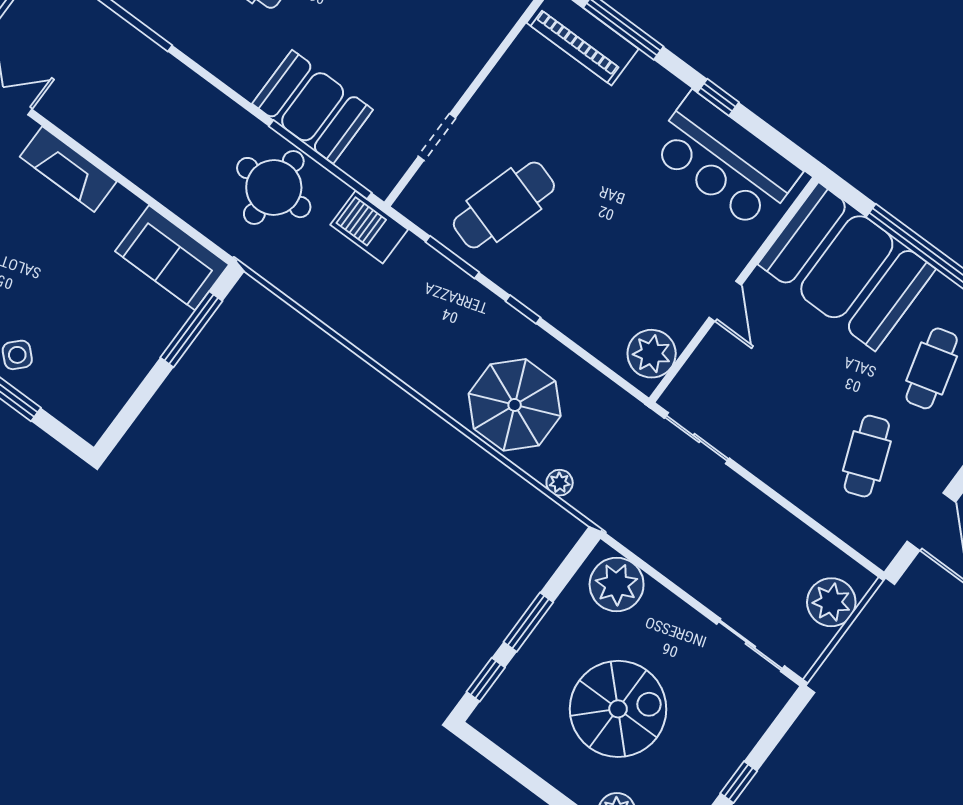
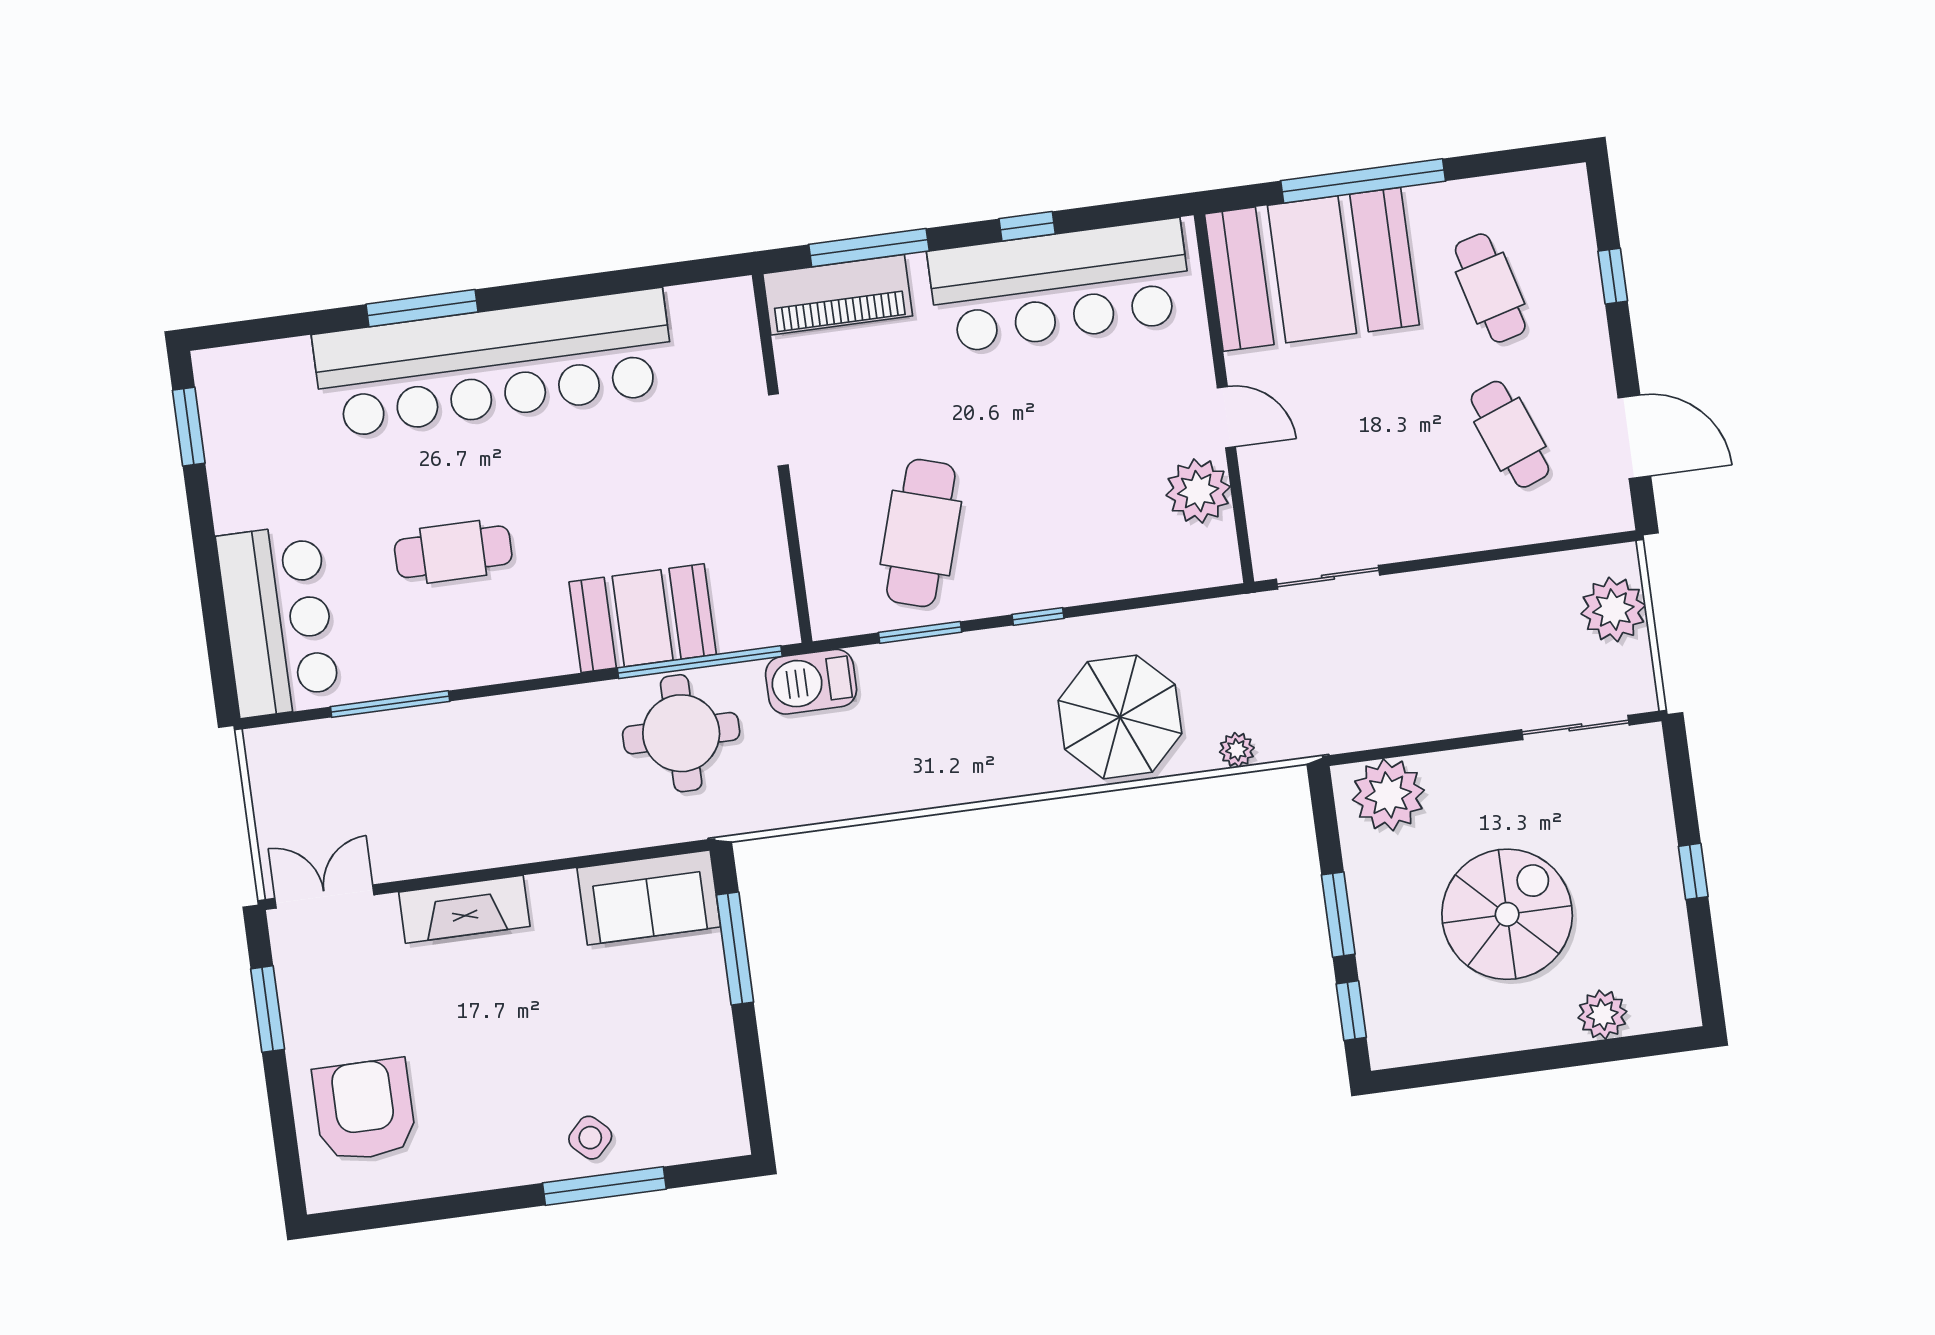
doorway: (437, 137) -> (778, 430), moved
bar counter: (725, 161) -> (1060, 286), width x1.36
plant: (652, 354) -> (1198, 491), moved

